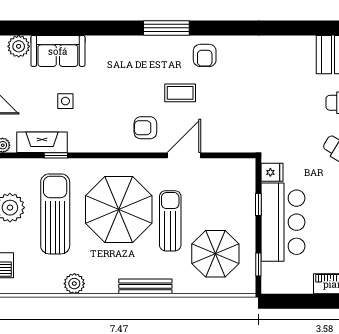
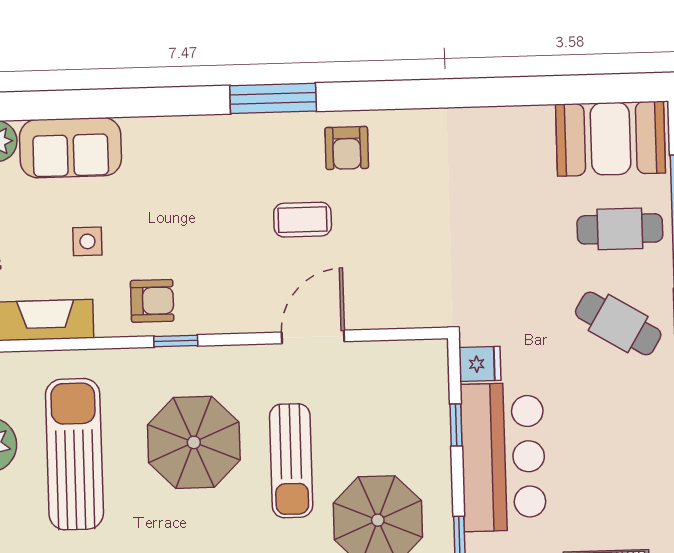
armchair: (145, 128) -> (152, 301), moved, turned 180
window: (56, 155) -> (176, 341), moved
parasol: (119, 210) -> (194, 442), width x0.73, depth x0.73
sun lounger: (170, 221) -> (291, 461), turned 180

